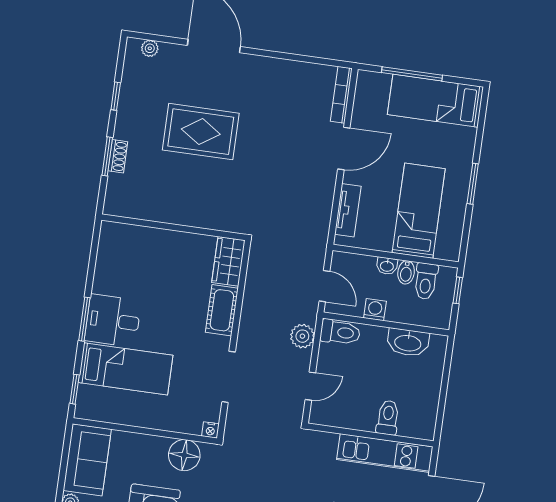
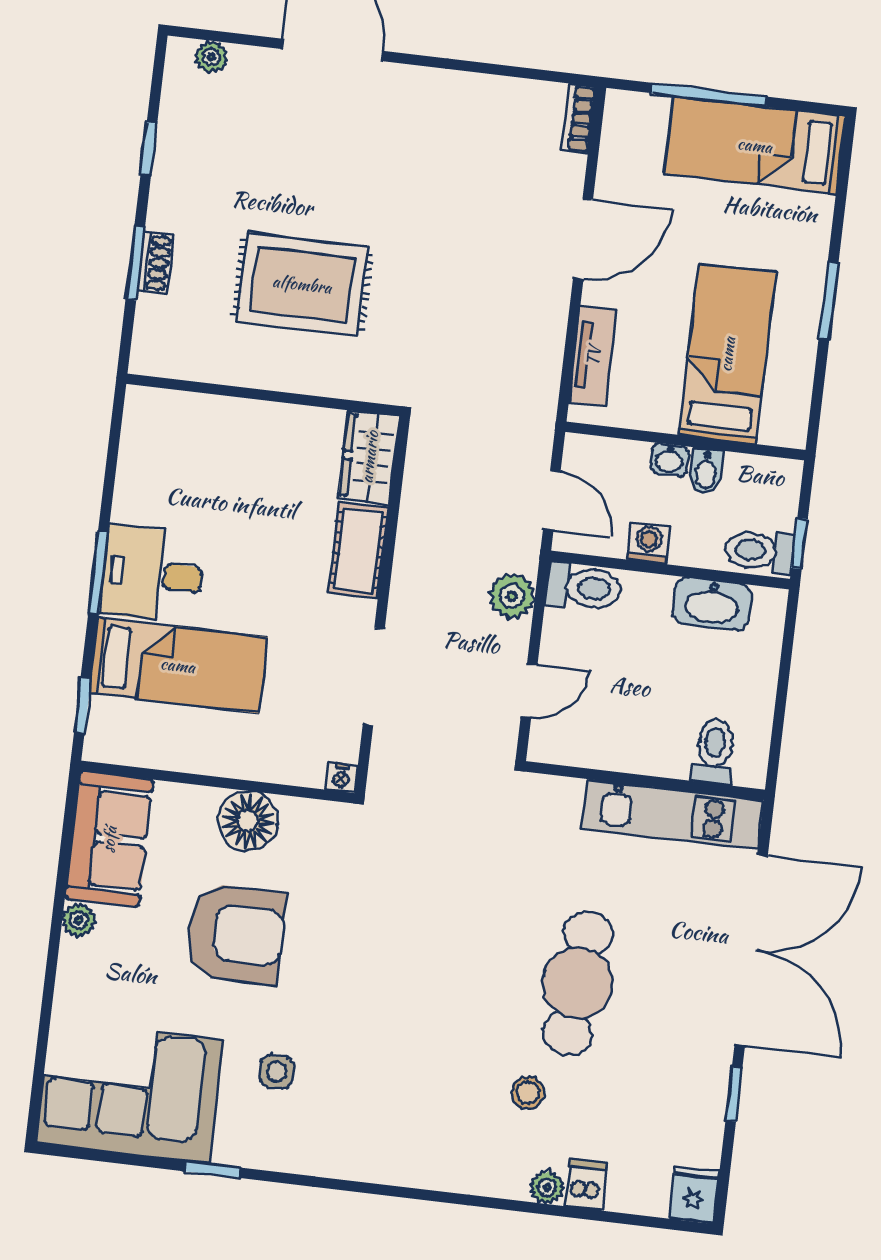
bookcase: (341, 95) -> (578, 119), width x0.64
rug: (201, 132) -> (302, 284), moved
toilet: (426, 281) -> (759, 551), moved, turned 90
window: (458, 290) -> (800, 543), moved
toilet: (388, 418) -> (714, 751), moved
floor lamp: (184, 455) -> (248, 821), moved

